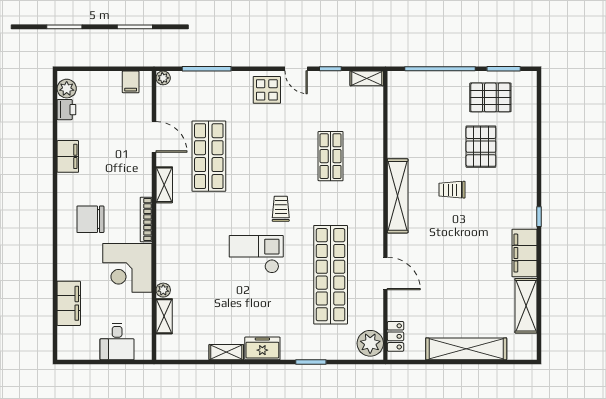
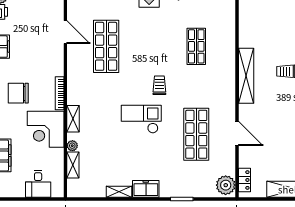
shelving: (164, 185) -> (73, 119), moved
shop shelf: (331, 275) -> (196, 134), width x0.71

